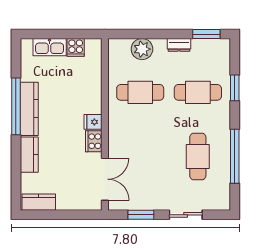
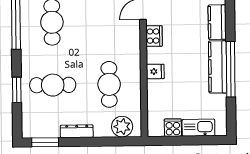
dresser: (179, 45) -> (77, 131), width x1.44
plant: (142, 49) -> (122, 127), moved
cafe table: (140, 92) -> (109, 84), turned 90
fridge: (93, 122) -> (155, 71), moved

